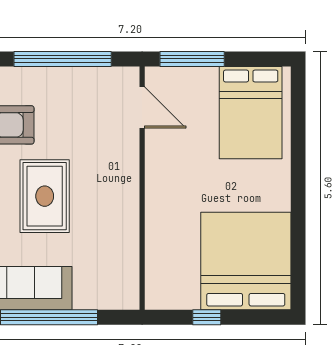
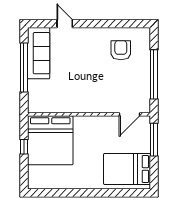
rug: (45, 196) -> (85, 65), removed
bed: (246, 261) -> (50, 140), moved, turned 90

